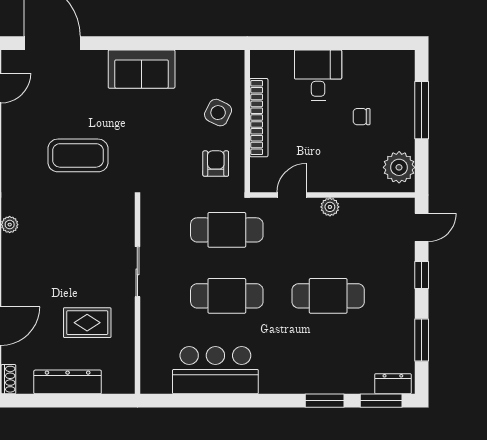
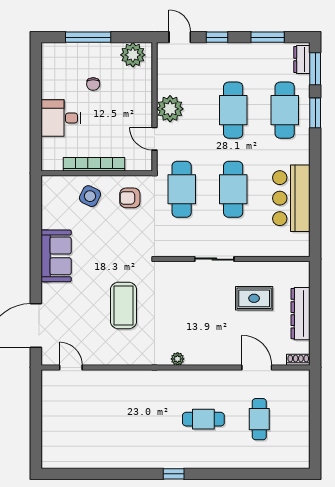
plant: (330, 207) -> (170, 109), width x1.87, depth x1.87
rug: (87, 323) -> (254, 298), turned 90
cafe table: (328, 362) -> (285, 110), added

